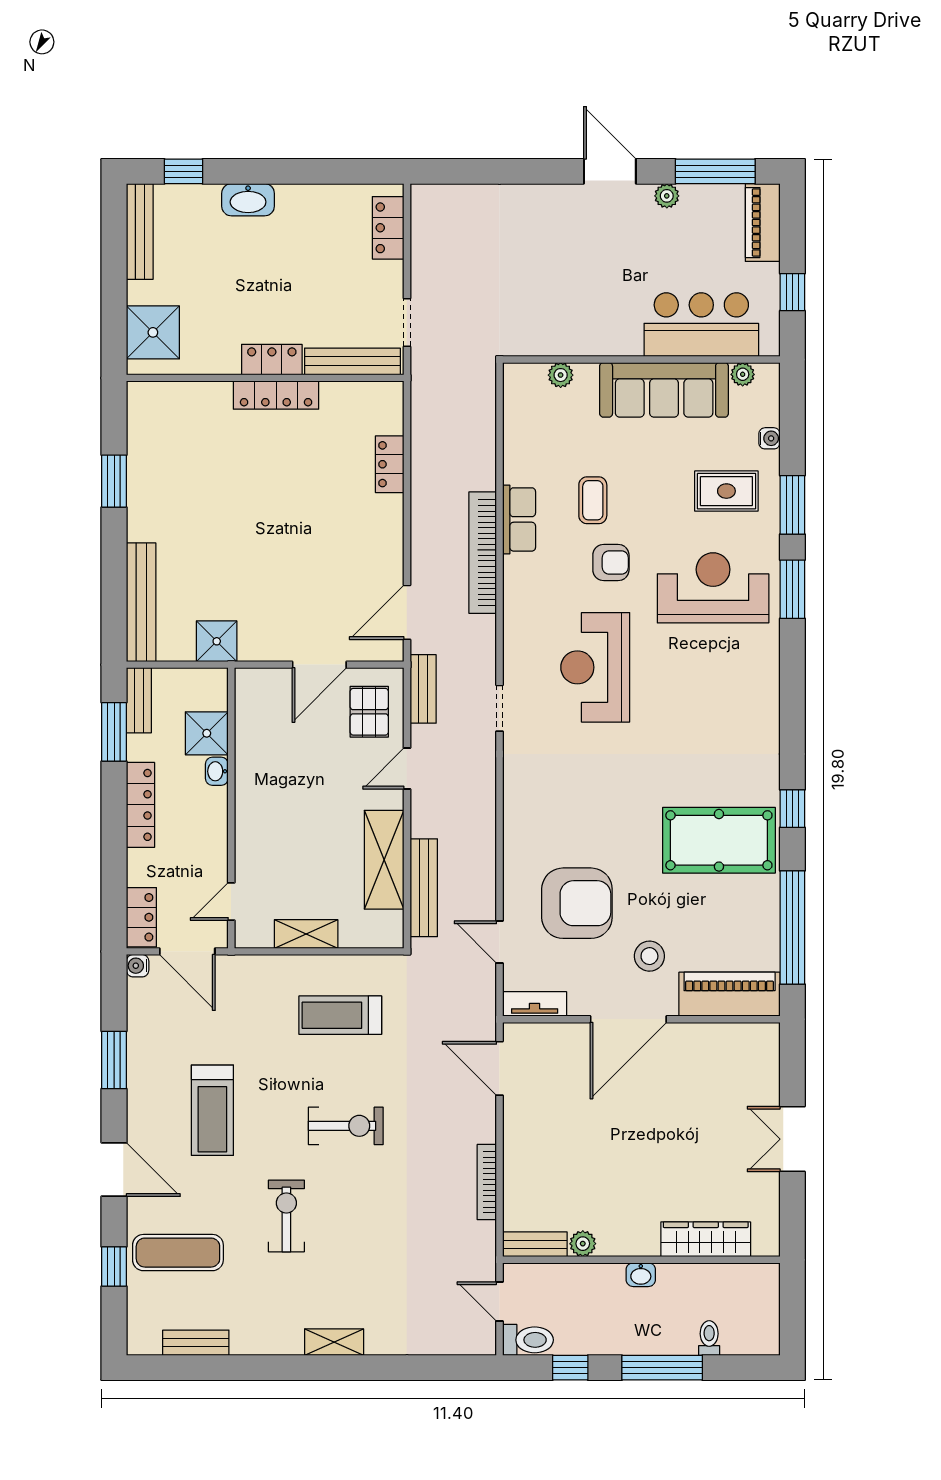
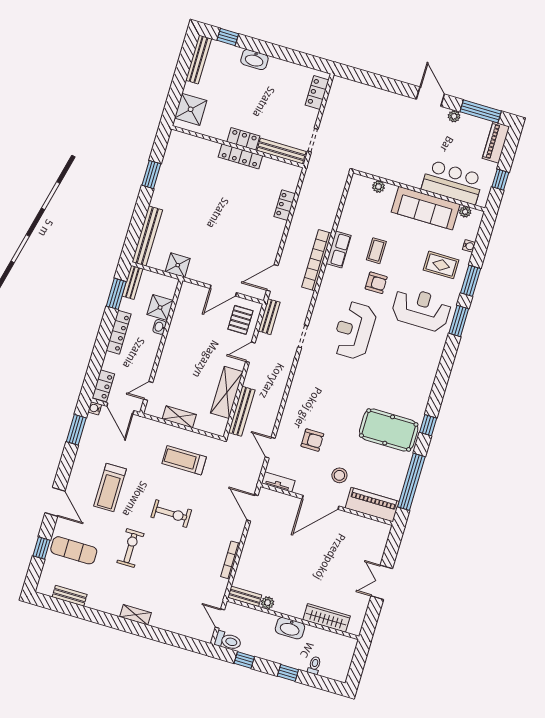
armchair: (577, 903) -> (312, 440), width x0.53, depth x0.53
window: (114, 1060) -> (76, 430), moved
washbasin: (641, 1275) -> (290, 628), width x1.91, depth x1.45
window: (662, 1368) -> (288, 673), width x0.46

